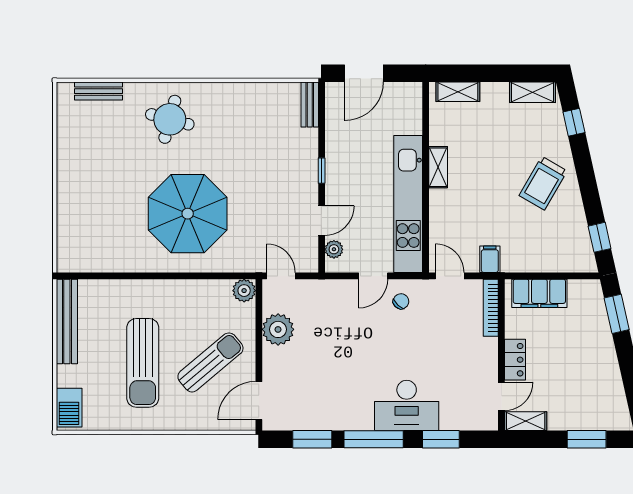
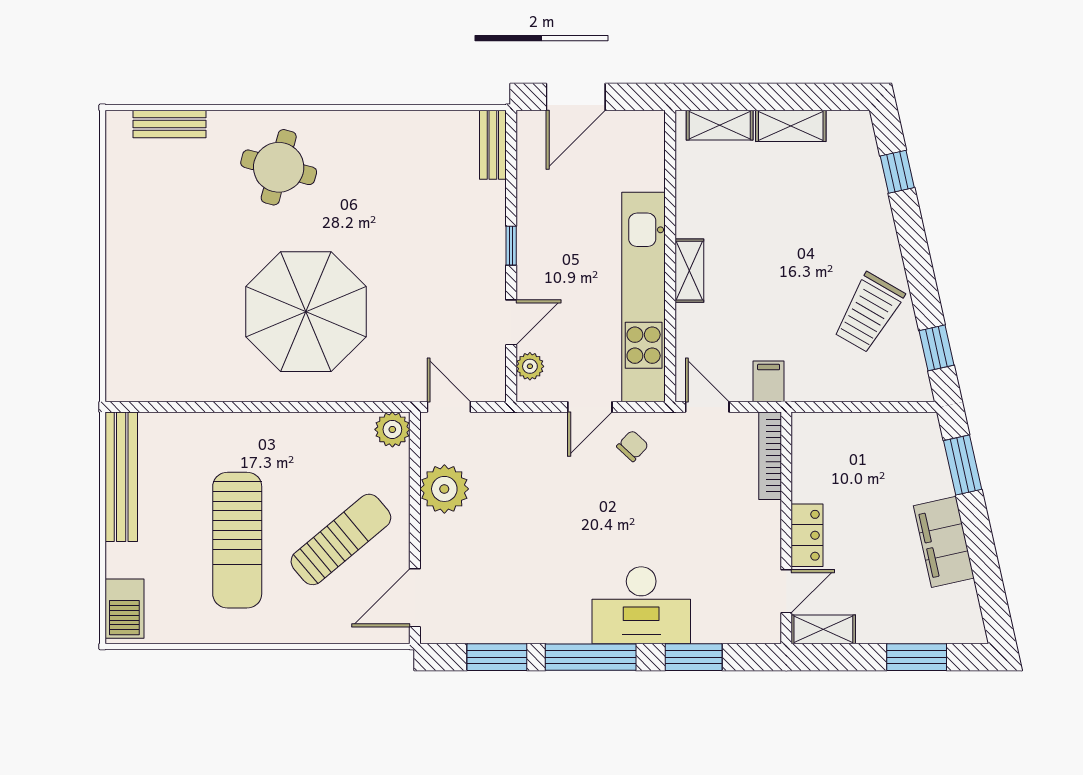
shelving: (532, 92) -> (791, 126), moved
shelving: (438, 167) -> (689, 271), moved
trolley: (543, 183) -> (869, 313), moved
filing cabinet: (539, 293) -> (944, 542), moved, turned 77

